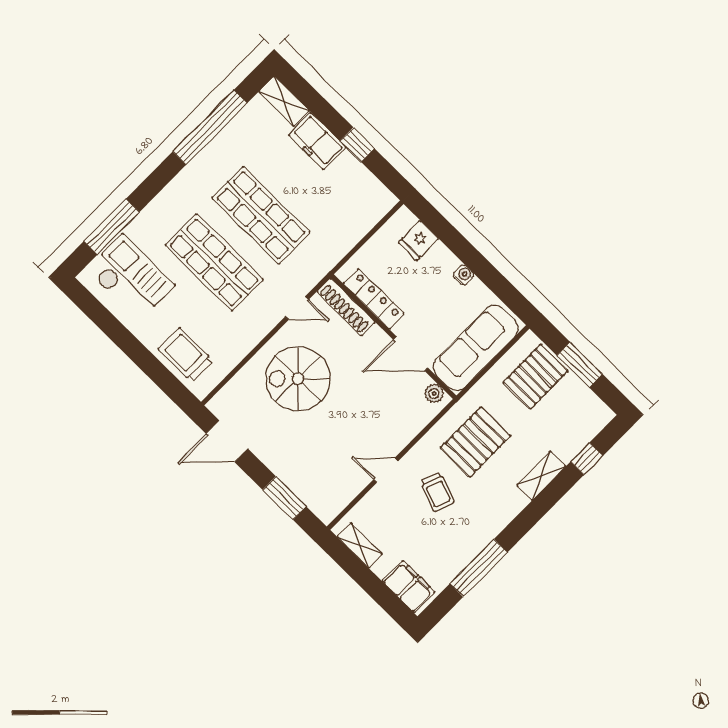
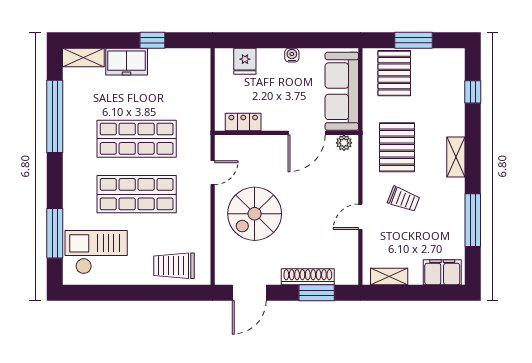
locker: (374, 299) -> (243, 122), width x0.66
shoe rack: (346, 307) -> (308, 277), moved, turned 180
shelving: (541, 476) -> (456, 157), moved

